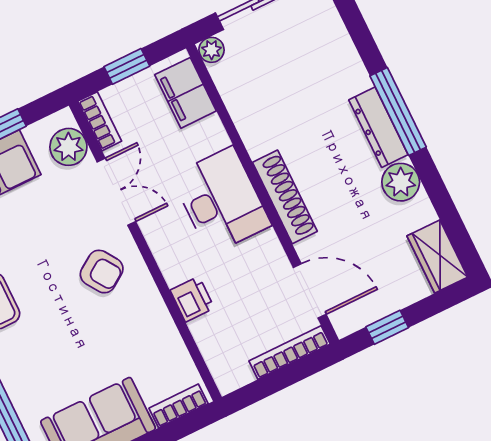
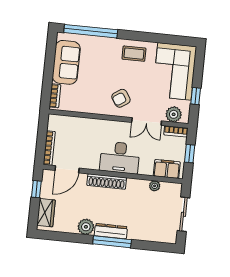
plant: (212, 50) -> (155, 186), moved
wardrobe: (437, 257) -> (46, 213), moved, turned 90
printer: (192, 299) -> (91, 125), removed

